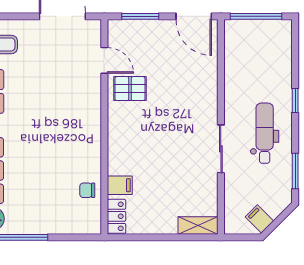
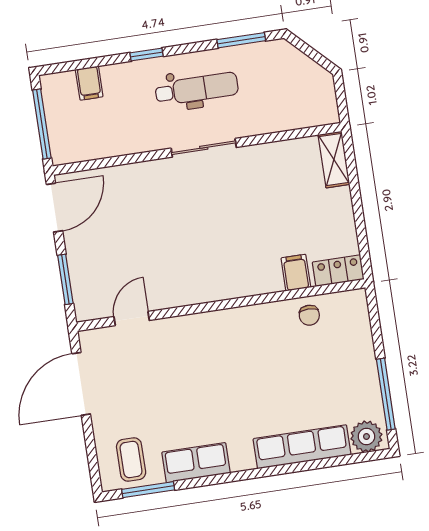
pallet: (130, 89) -> (164, 279), removed
dental chair: (265, 133) -> (197, 89), turned 180
sliding door: (221, 149) -> (204, 148), moved
filing cabinet: (259, 219) -> (89, 83), moved, turned -45

